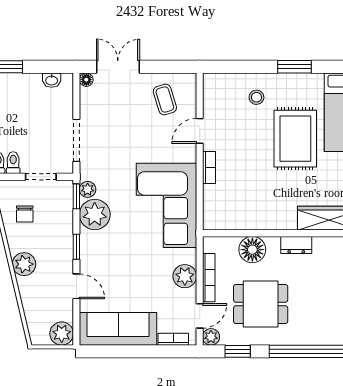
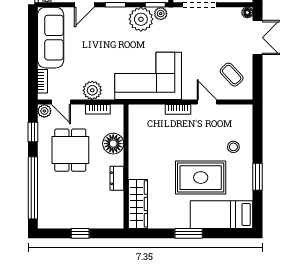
coffee table: (165, 100) -> (232, 75), turned 64
bookcase: (209, 278) -> (98, 109), width x0.64

